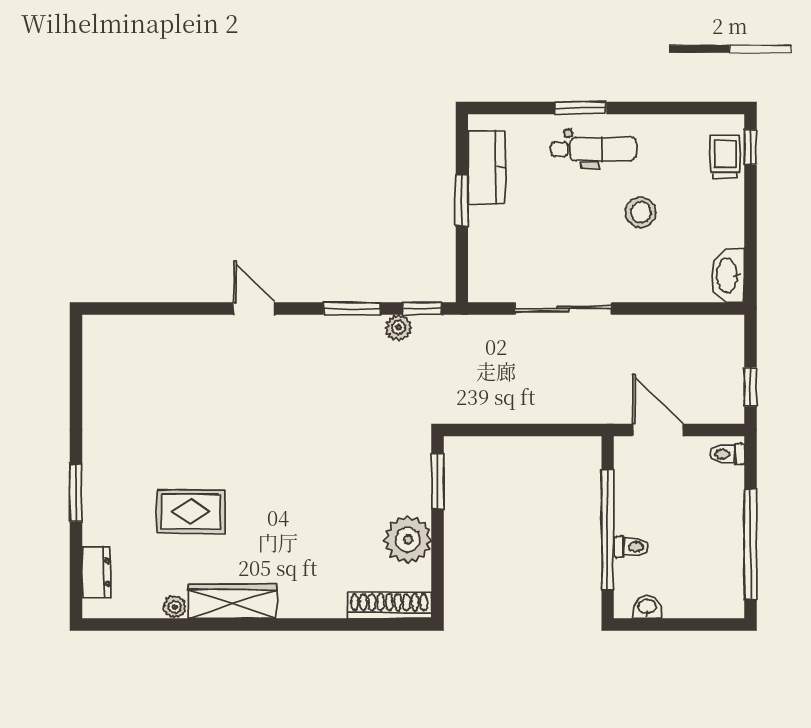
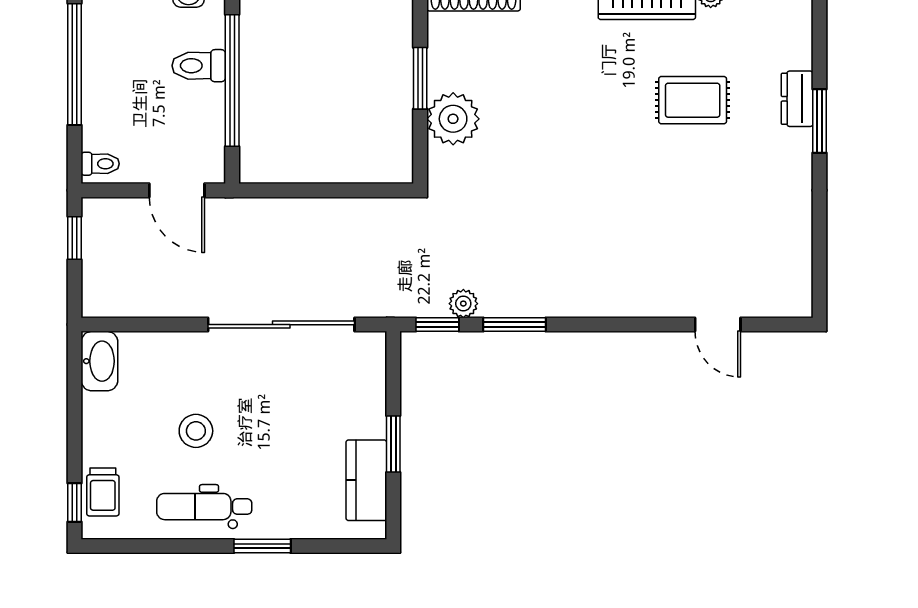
dental chair: (594, 149) -> (204, 507), moved
door: (254, 308) -> (718, 325), moved
sliding door: (563, 308) -> (281, 325), width x1.36
window: (438, 481) -> (420, 78), moved
plant: (408, 540) -> (453, 119), moved
toilet: (631, 547) -> (199, 66), width x1.37, depth x1.39
dresser: (96, 572) -> (797, 99), moved

